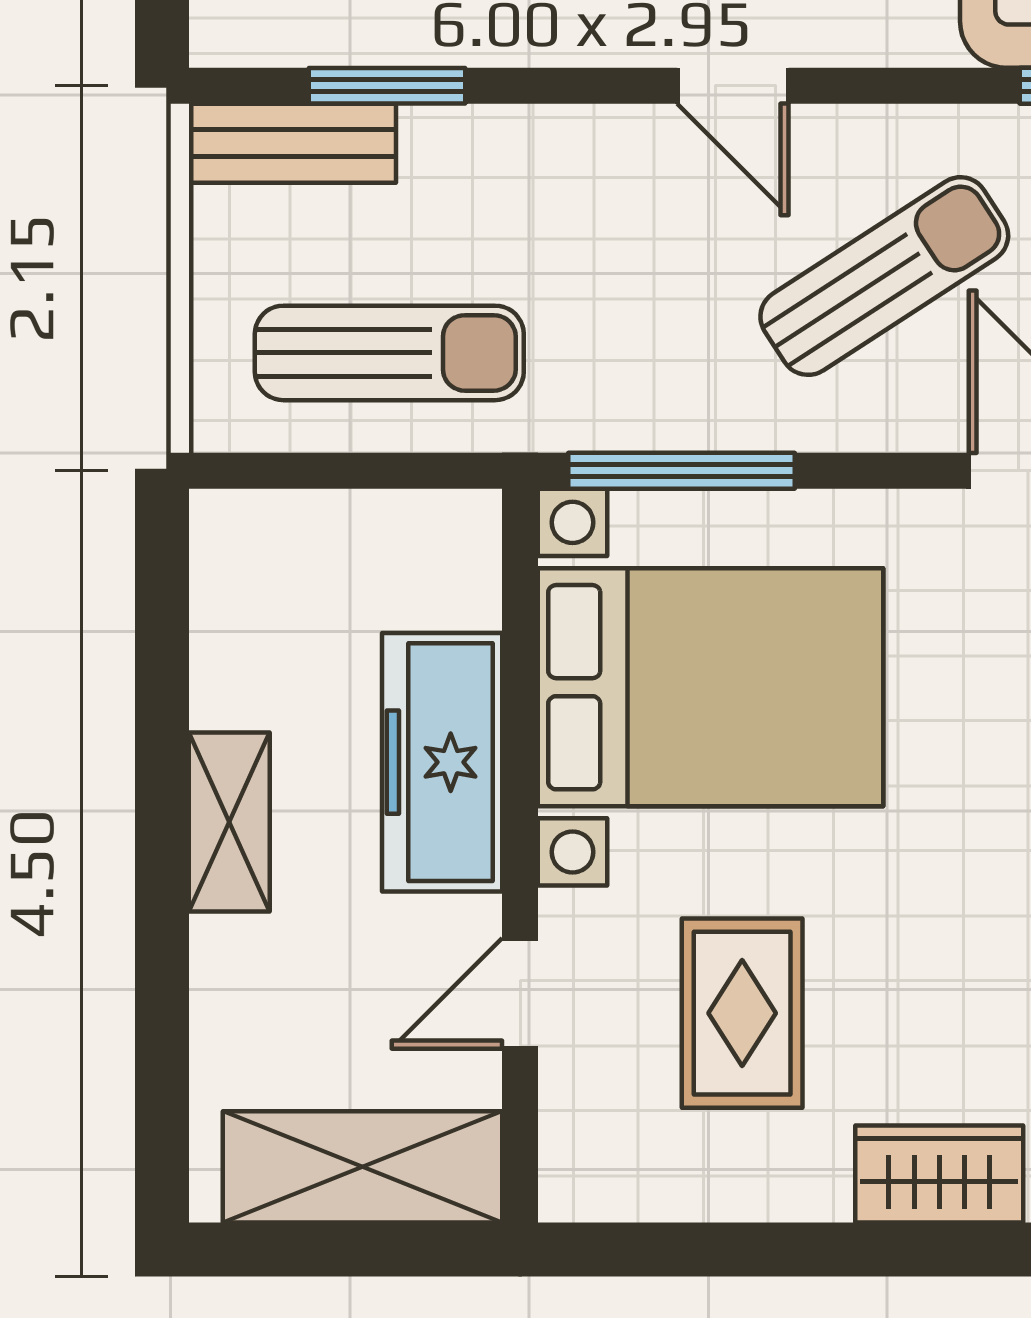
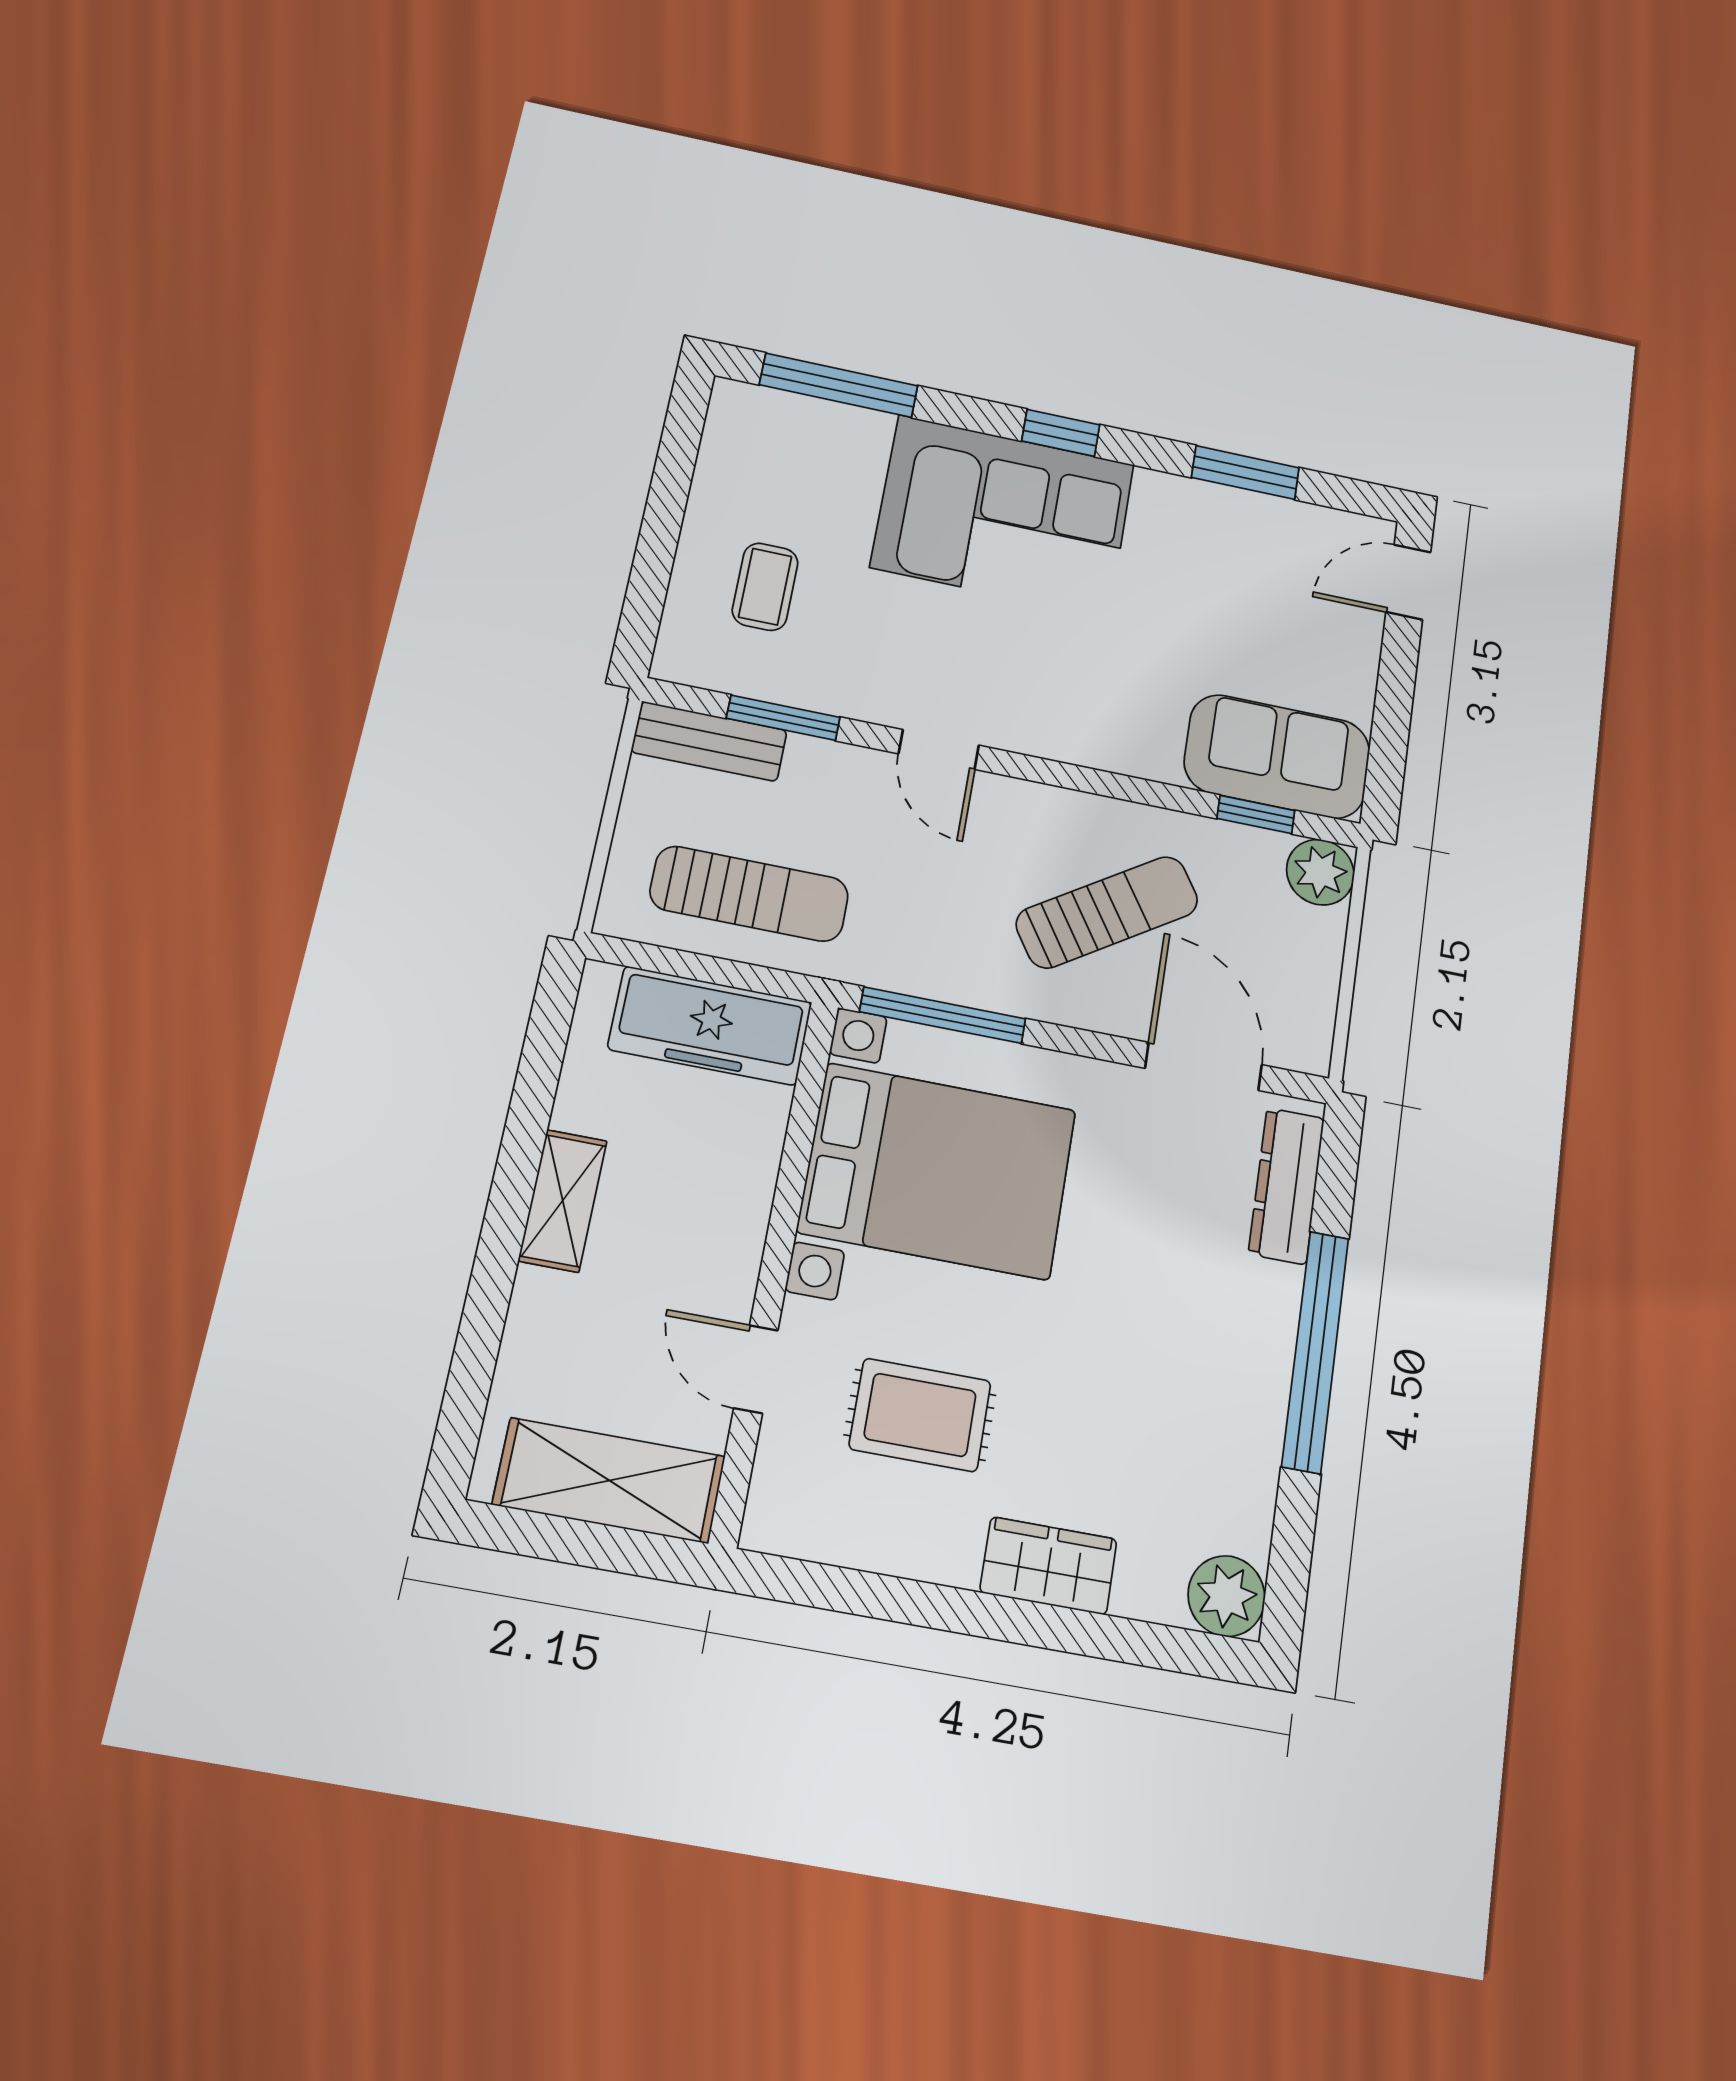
door: (733, 86) -> (939, 750), moved
freezer: (442, 762) -> (710, 1026), moved, turned -90
door: (520, 993) -> (756, 1369), hinge flipped
rug: (742, 1013) -> (920, 1415), turned 90

